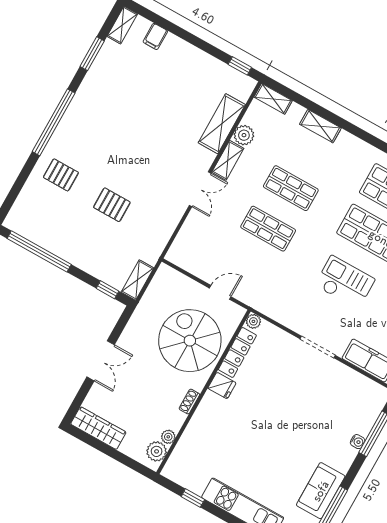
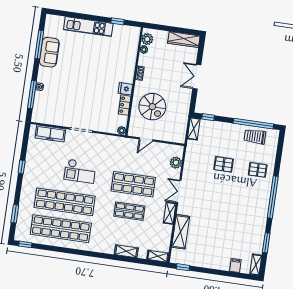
plant: (244, 135) -> (176, 163), moved
shop shelf: (268, 229) -> (133, 184), width x1.43, depth x1.36
trolley: (45, 230) -> (255, 137), added
spiral stairs: (190, 341) -> (152, 107), width x0.73, depth x0.73
locker: (237, 352) -> (125, 105), width x0.66

